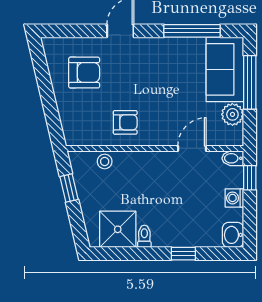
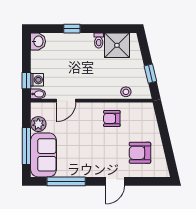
washing machine: (234, 198) -> (37, 80), moved

